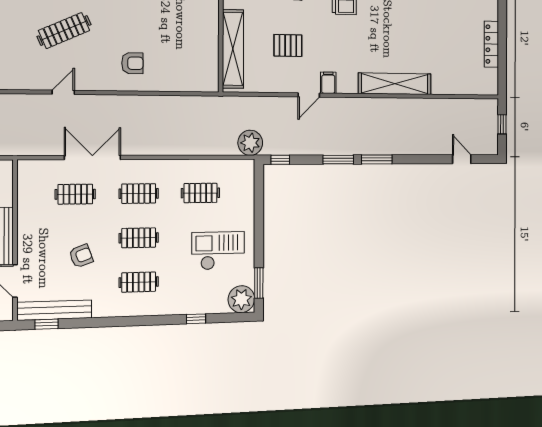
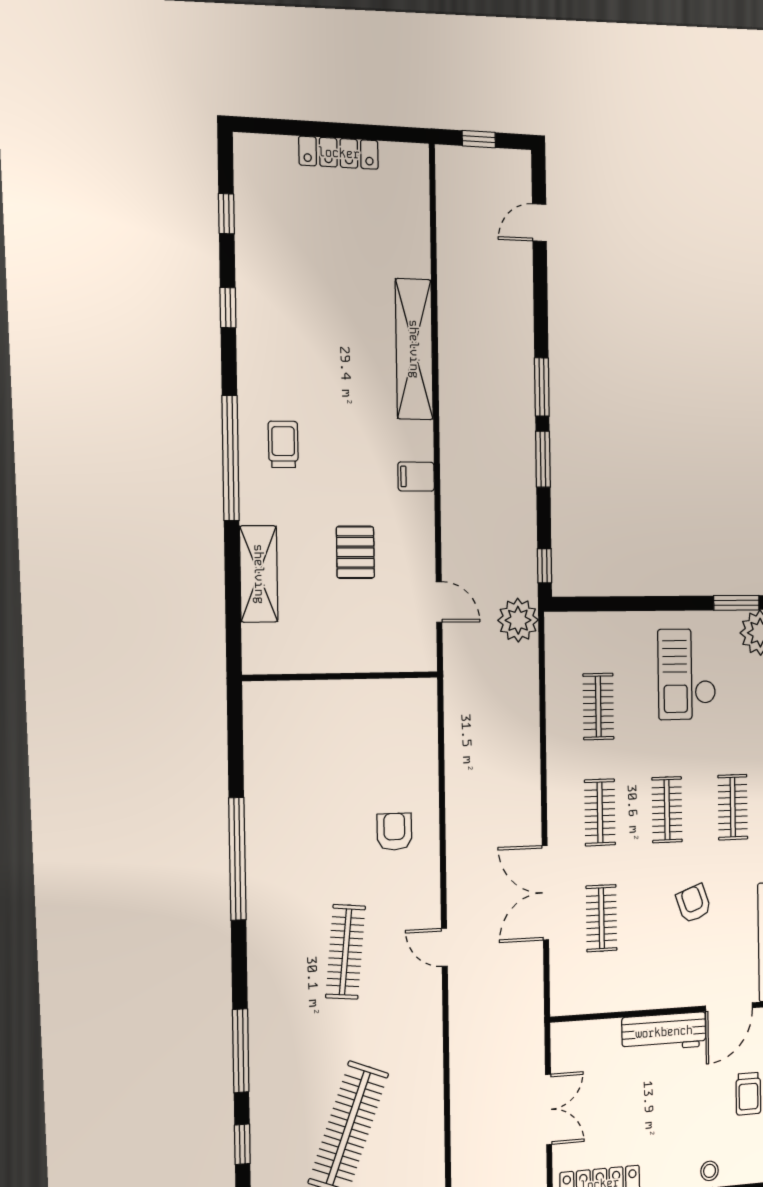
clothes rail: (64, 31) -> (345, 952), turned 30
shelving: (233, 49) -> (365, 654), removed
door: (309, 95) -> (439, 602), moved

